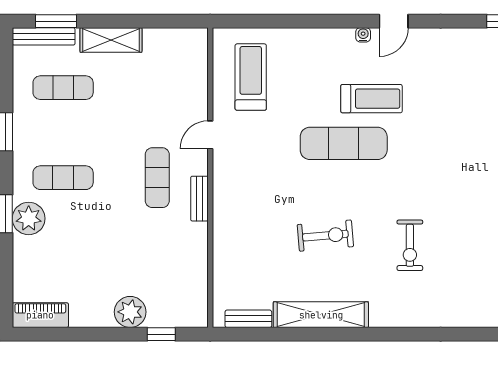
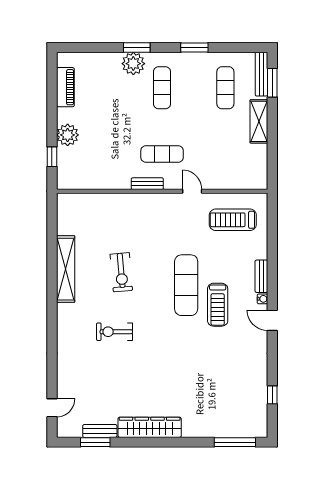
treadmill: (251, 77) -> (233, 220), turned 180
piano: (40, 315) -> (65, 87), moved
bench: (248, 319) -> (261, 276), moved

